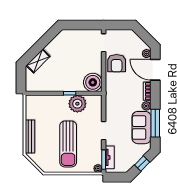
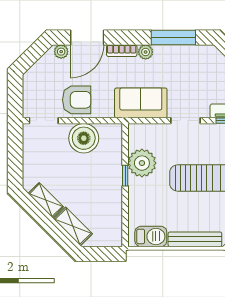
shelving: (54, 44) -> (46, 200), added
boiler: (93, 82) -> (84, 138), moved
barbecue: (32, 109) -> (151, 236), added
sofa: (141, 128) -> (141, 103), moved, turned 180

